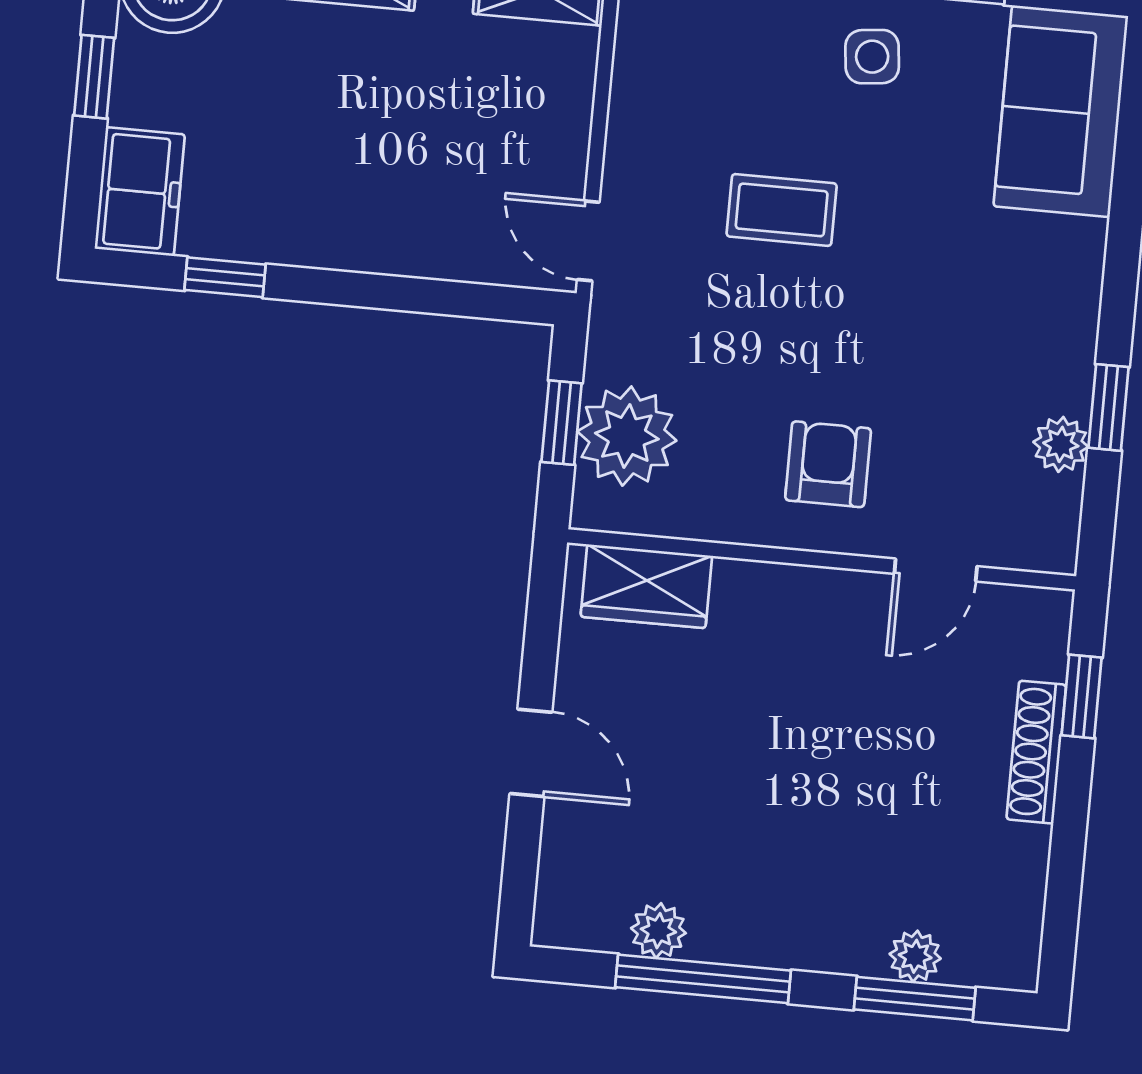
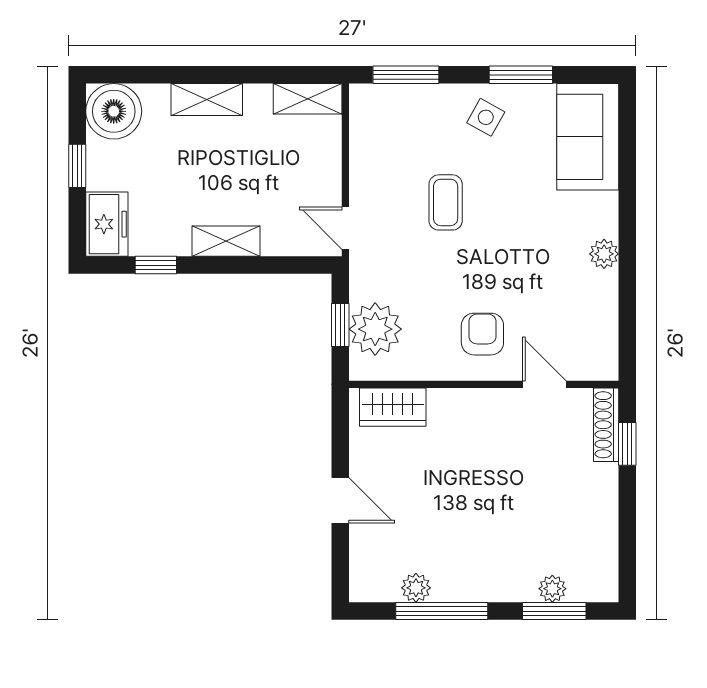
side table: (872, 57) -> (486, 117), turned 35
coffee table: (782, 210) -> (446, 202), turned 90
shelving: (361, 244) -> (226, 241), added
window: (1108, 407) -> (627, 290), removed
plant: (1061, 444) -> (604, 254), moved
door: (936, 570) -> (544, 384), swing flipped
shoe rack: (1036, 752) -> (606, 425), moved

